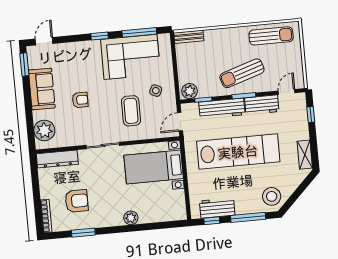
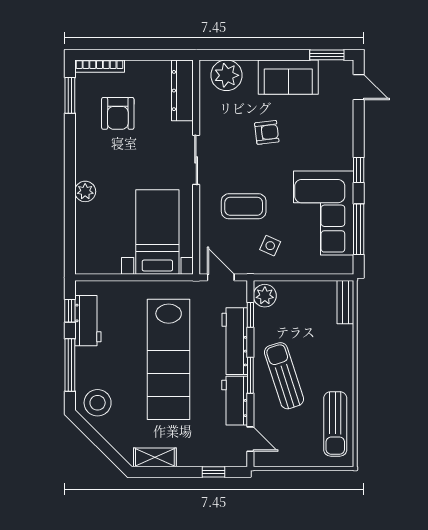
armchair: (80, 100) -> (267, 132), turned -97
window: (83, 233) -> (70, 95), moved

